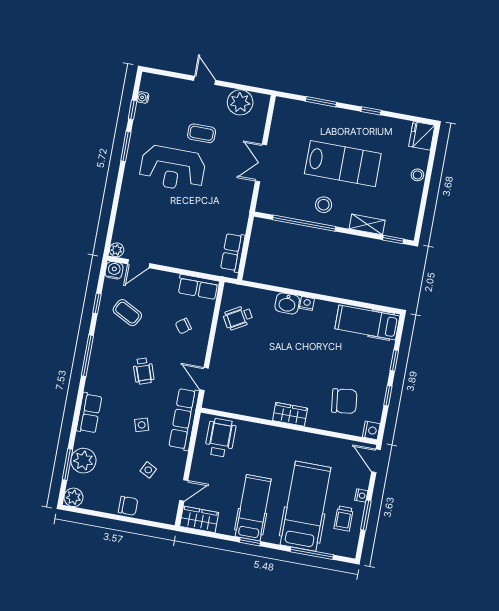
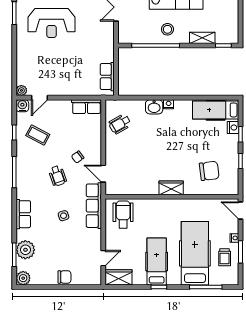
chair: (183, 326) -> (78, 157), moved
nightstand: (371, 430) -> (233, 128), moved
side table: (148, 470) -> (74, 248), removed

